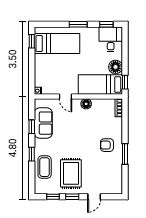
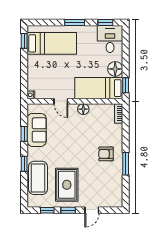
coffee table: (45, 167) -> (38, 178), width x1.36, depth x1.32

